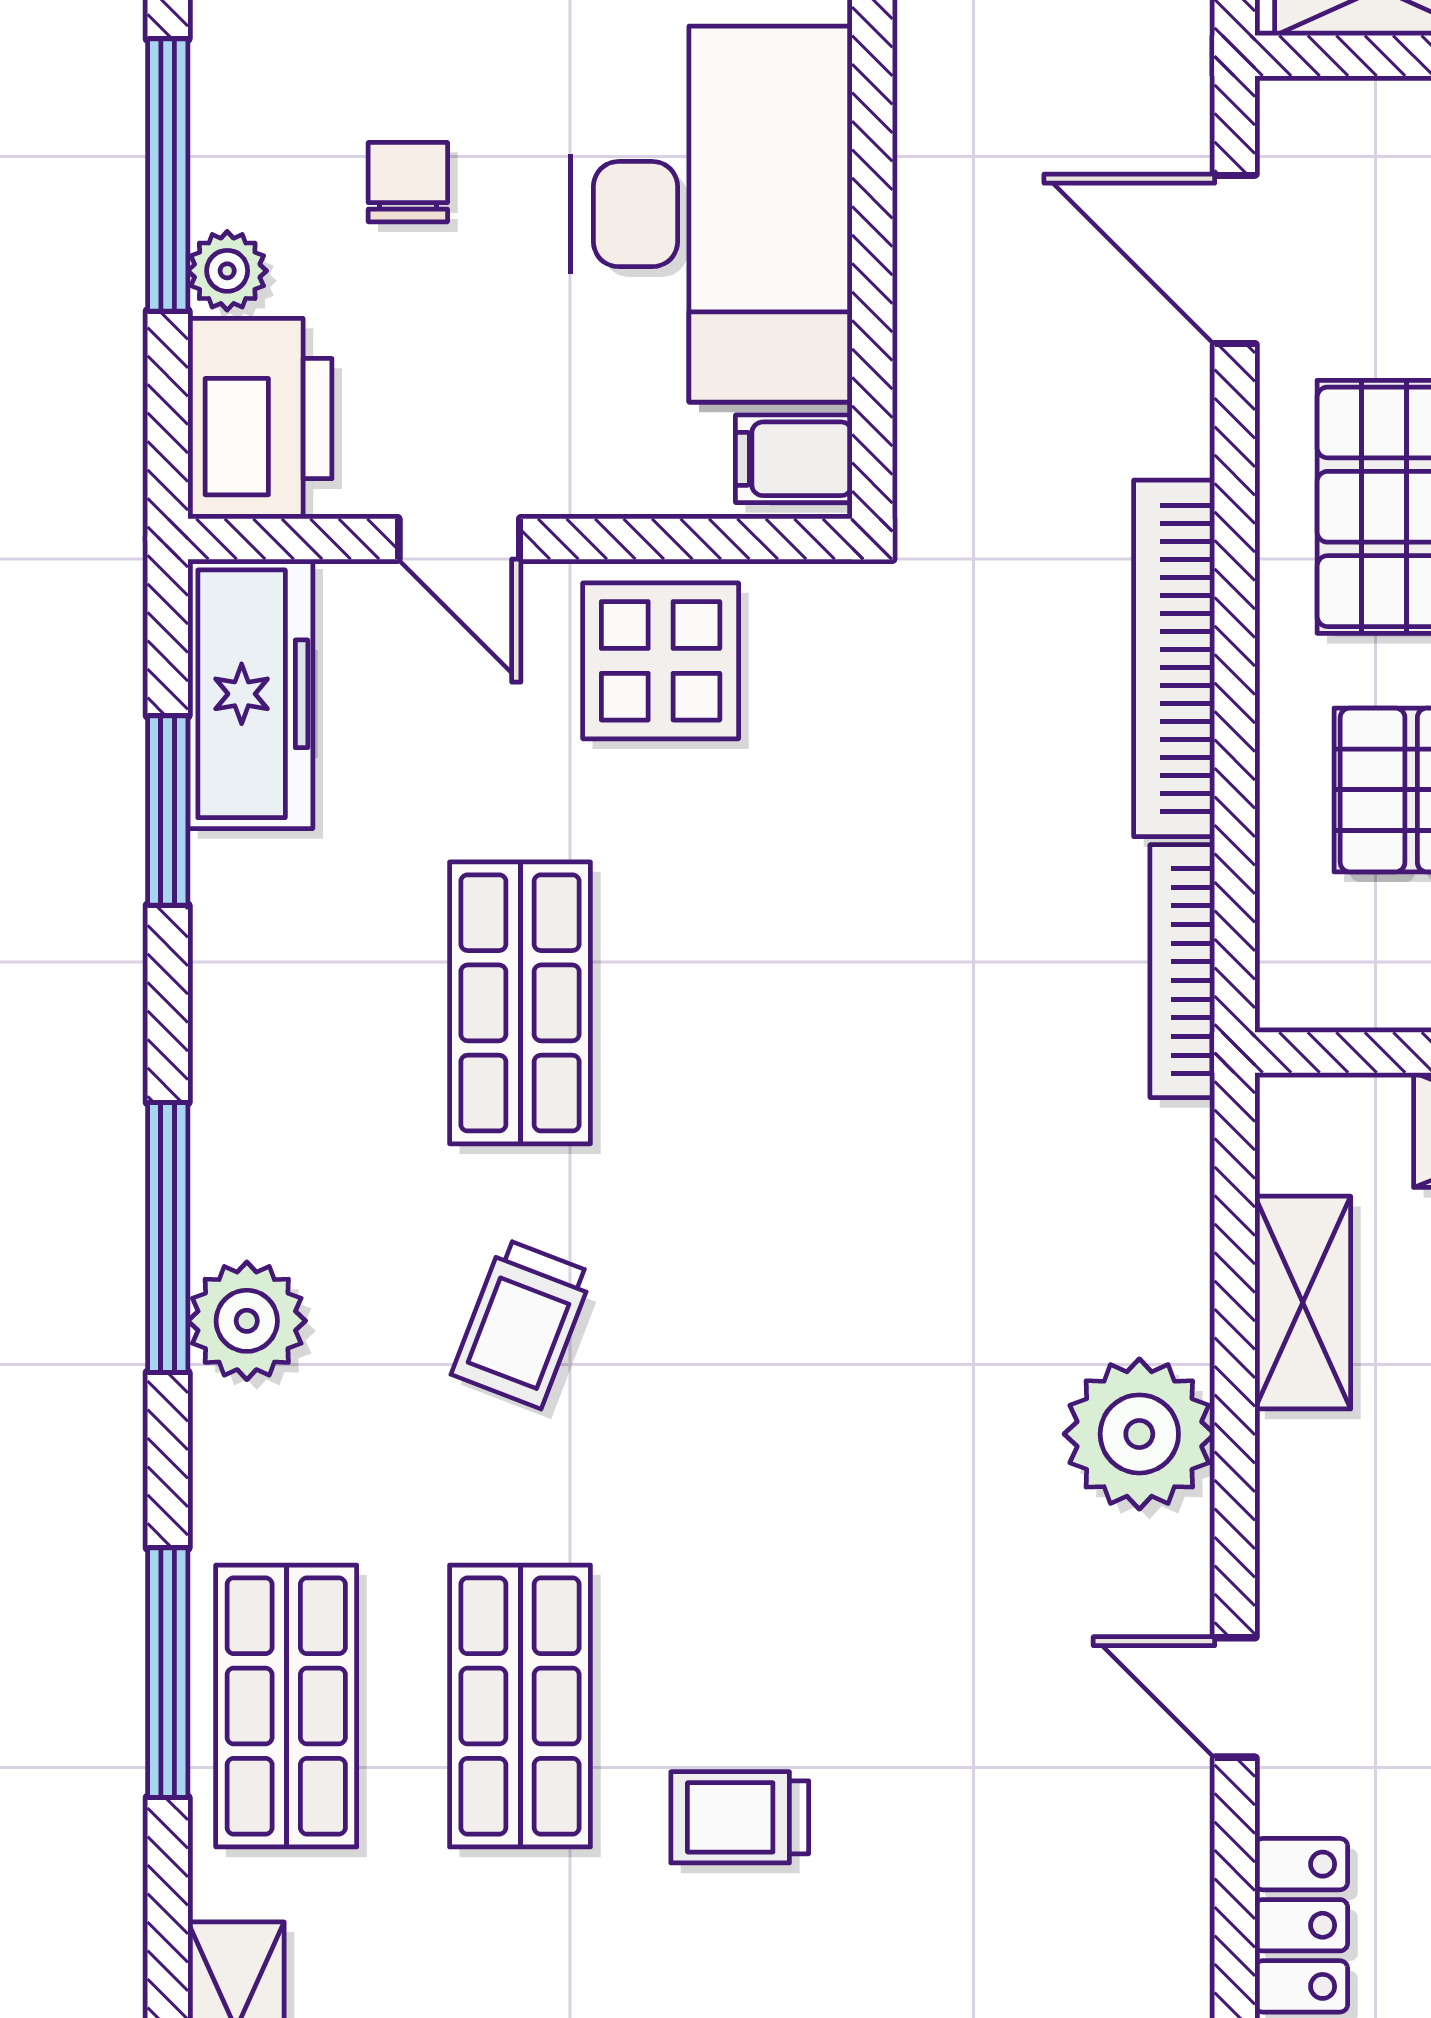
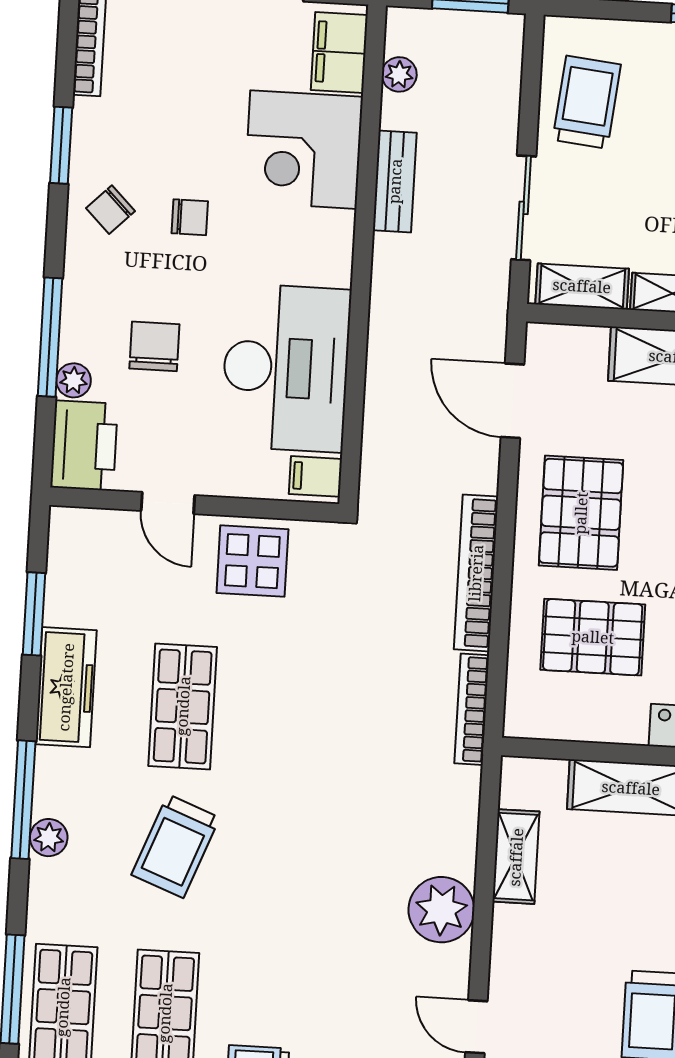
chair: (408, 182) -> (154, 346), width x1.37, depth x1.37
freezer: (250, 694) -> (66, 687), moved
plant: (247, 1321) -> (49, 838), width x0.73, depth x0.73
trolley: (522, 1324) -> (176, 846), width x1.36, depth x1.39

